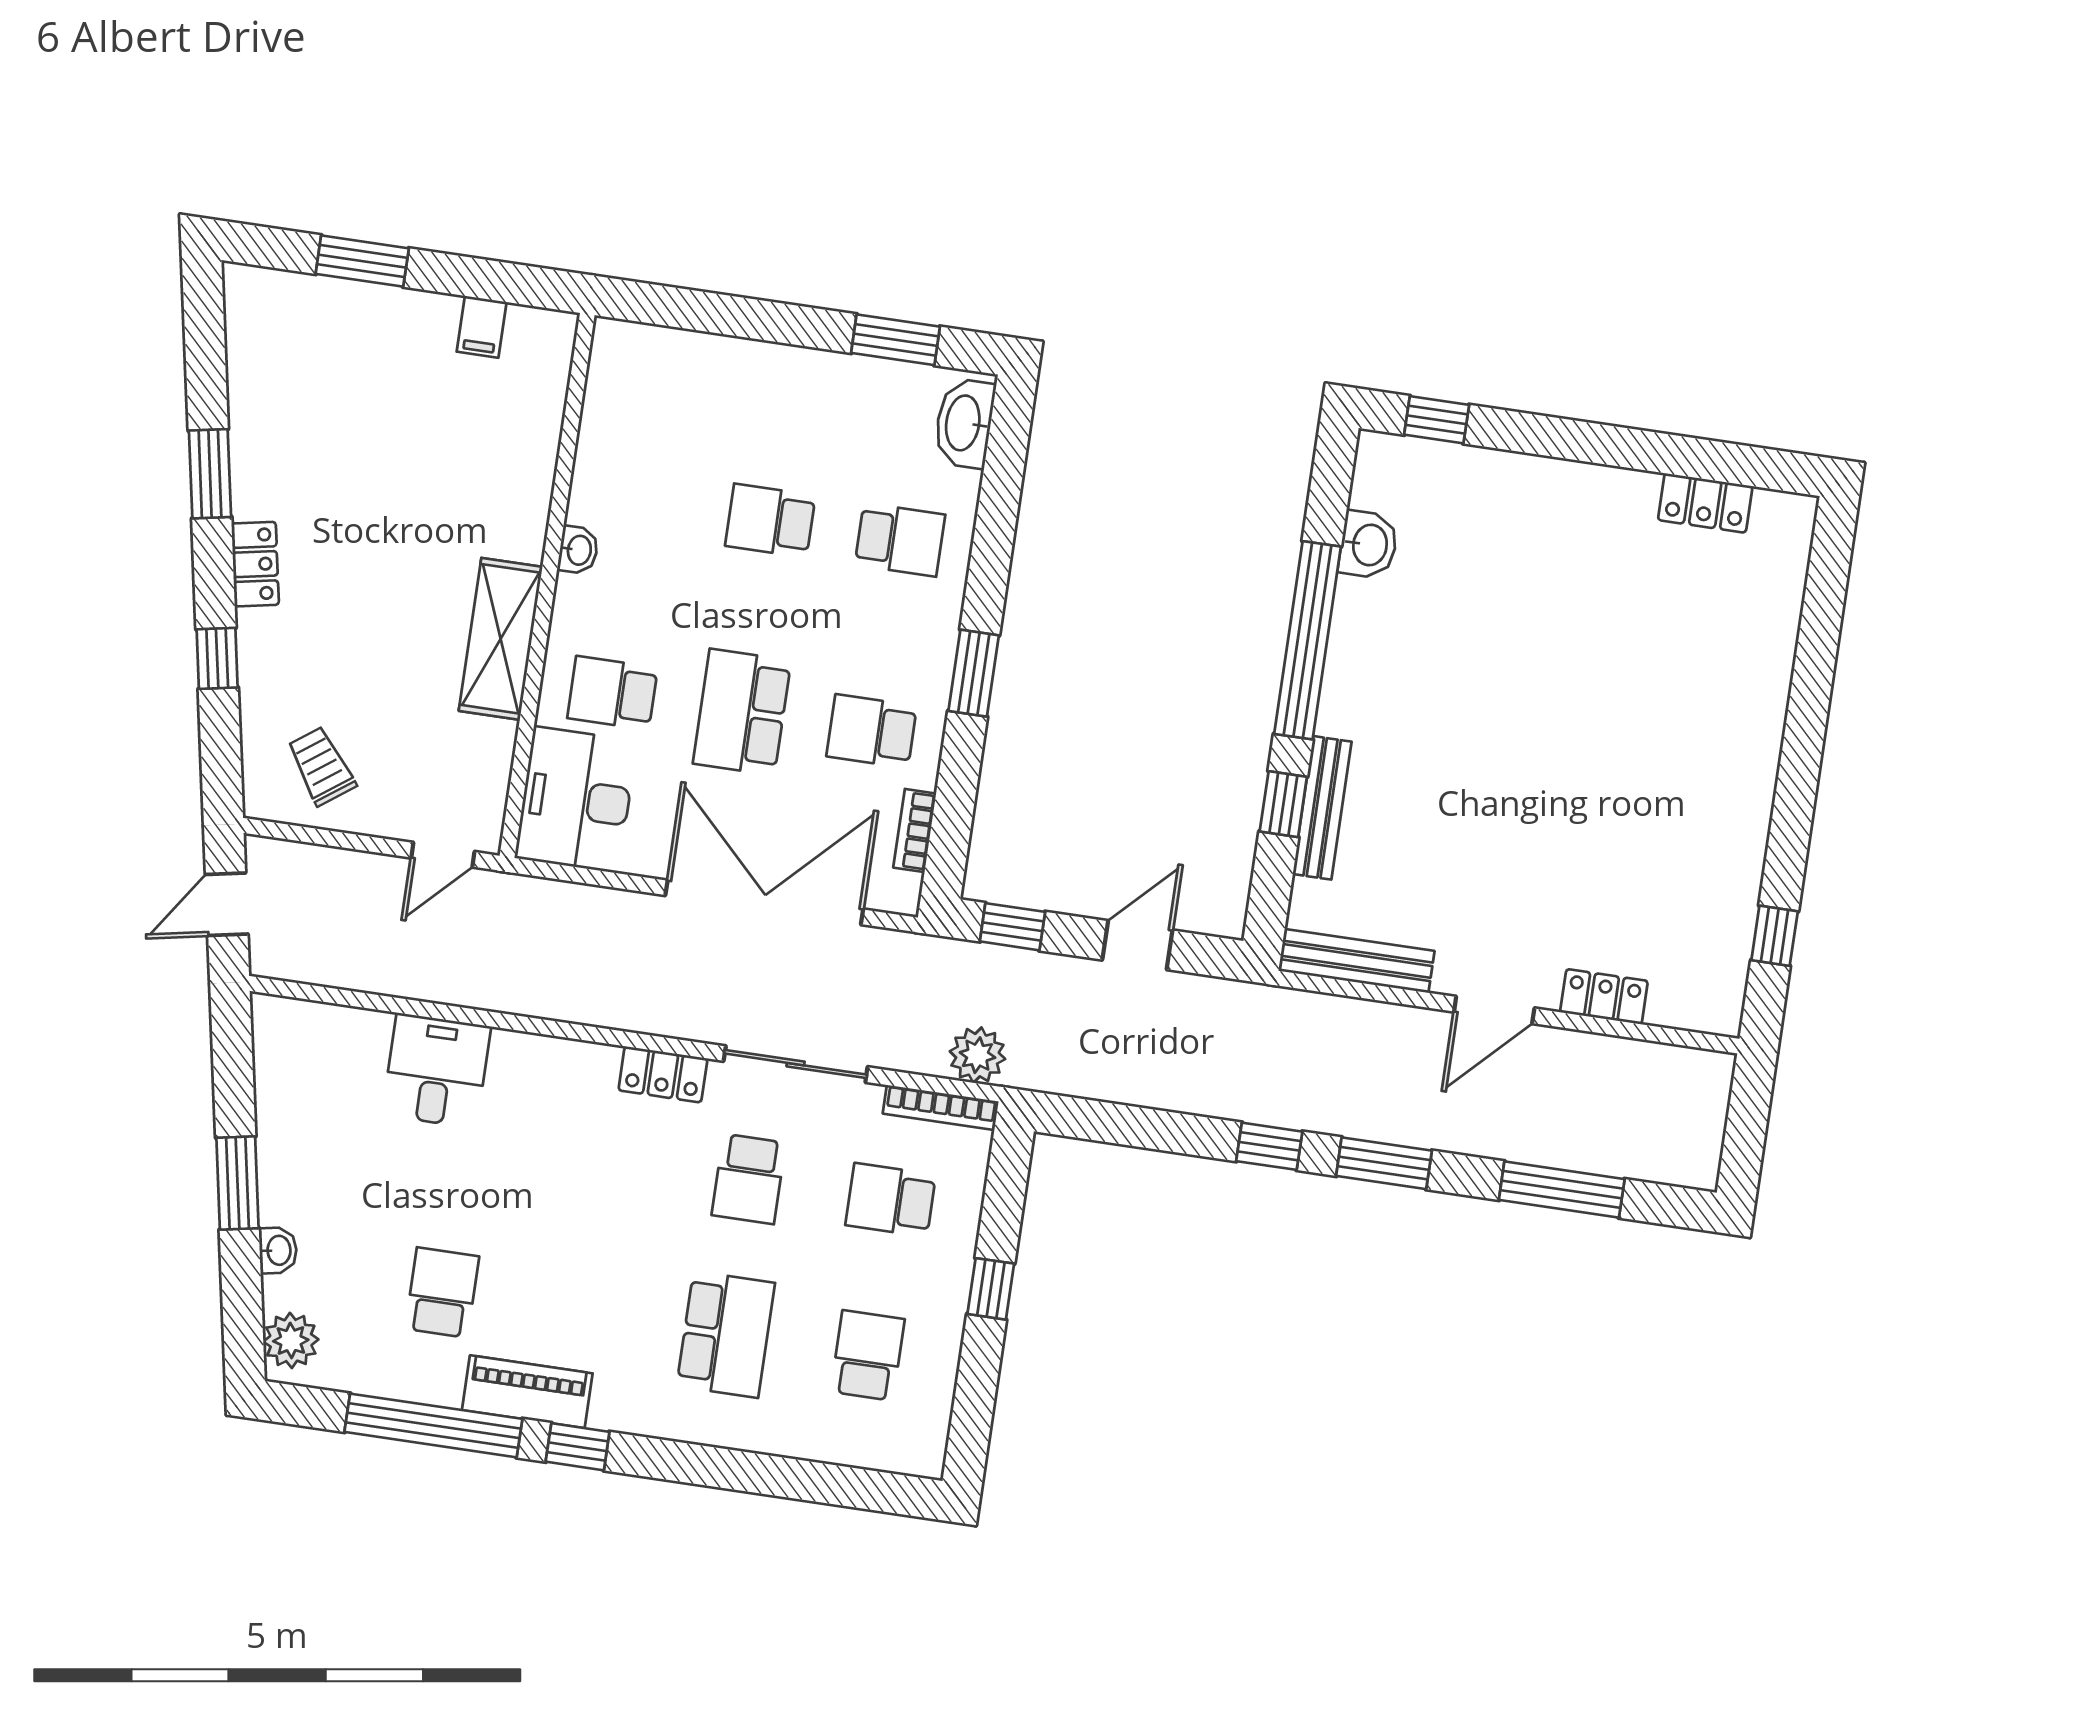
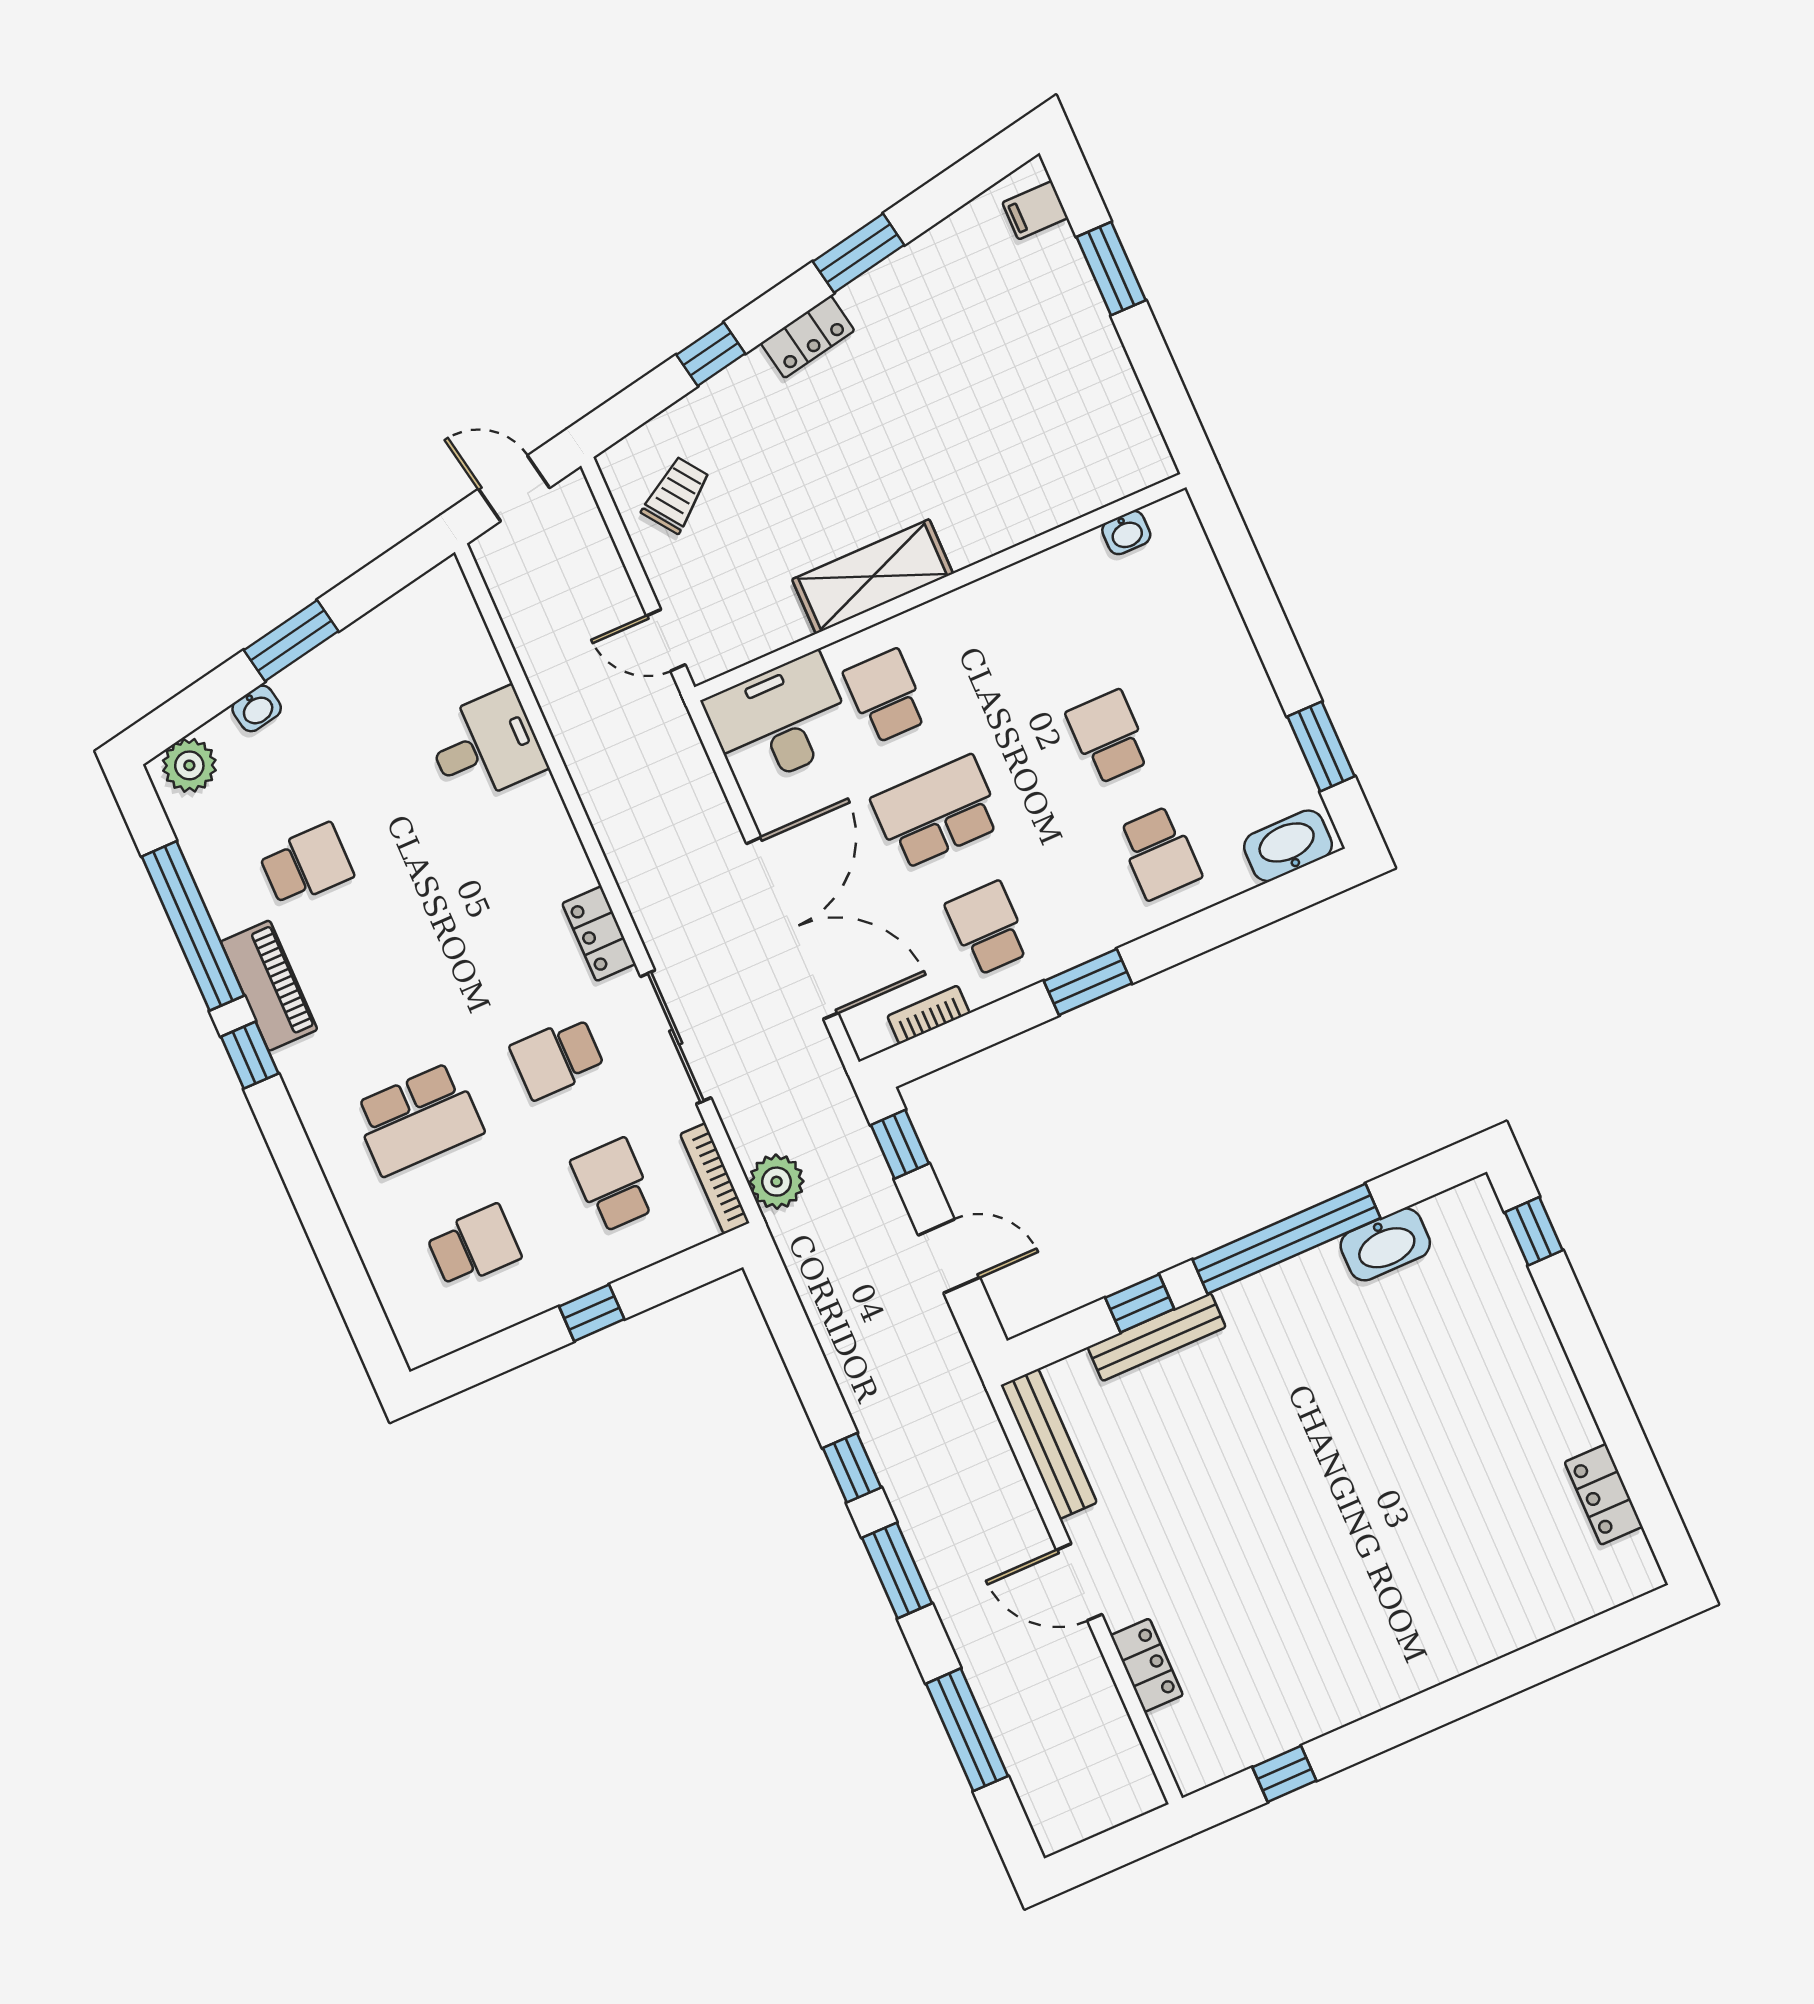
filing cabinet: (482, 327) -> (1035, 210), moved
washbasin: (1368, 545) -> (1385, 1244), width x1.38
washbasin: (578, 550) -> (1126, 533), moved

